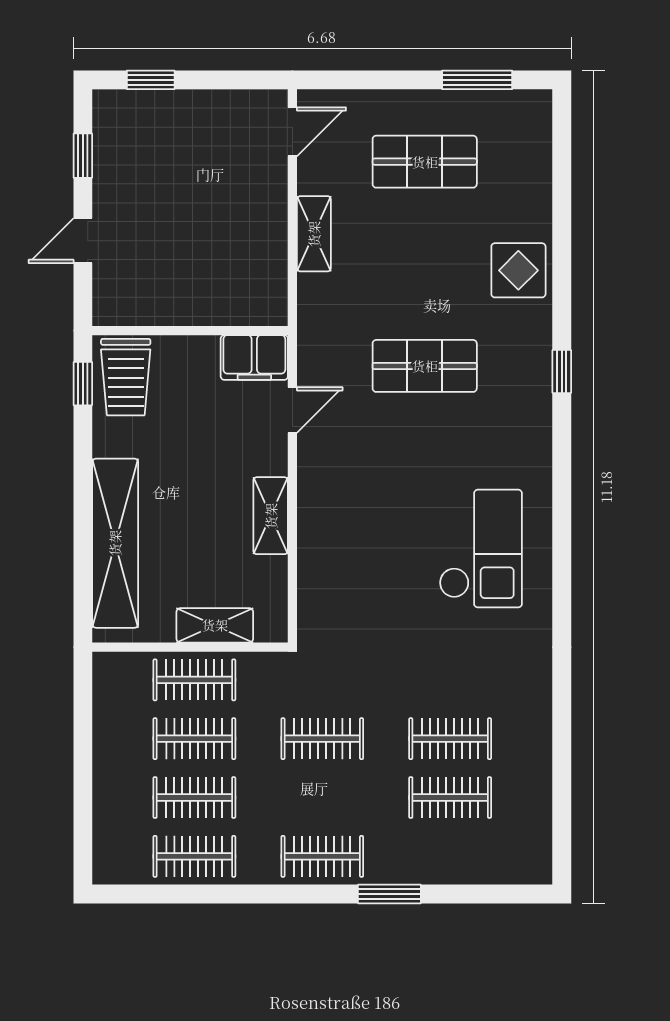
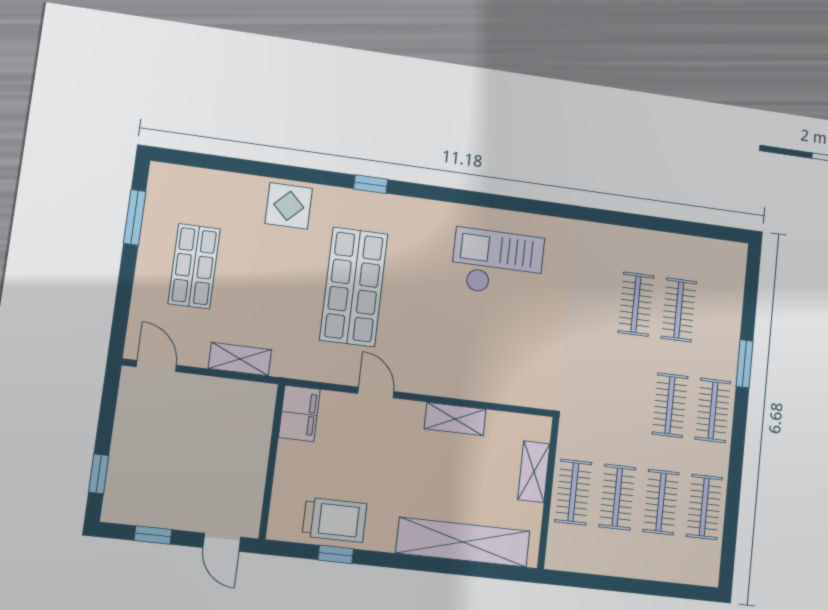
wall: (190, 331) -> (272, 461), moved
filing cabinet: (254, 357) -> (299, 413), moved
shop shelf: (425, 366) -> (354, 287), width x1.43, depth x1.36
clothes rail: (322, 739) -> (670, 405), moved

